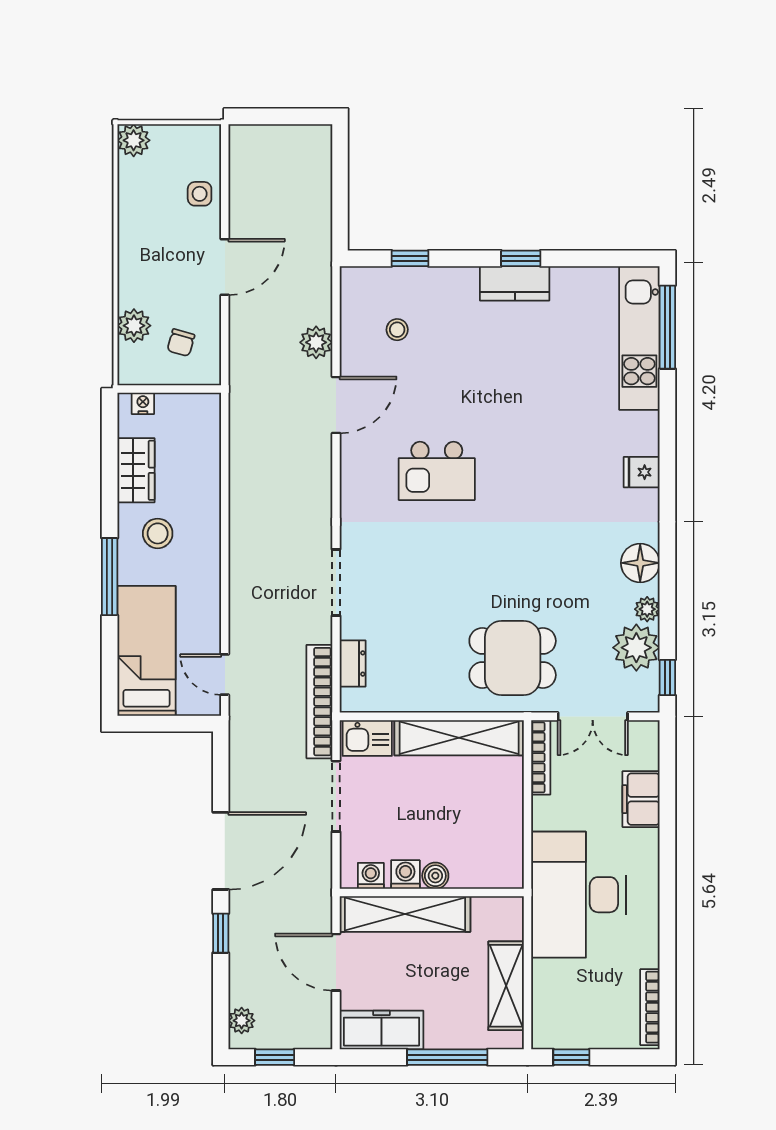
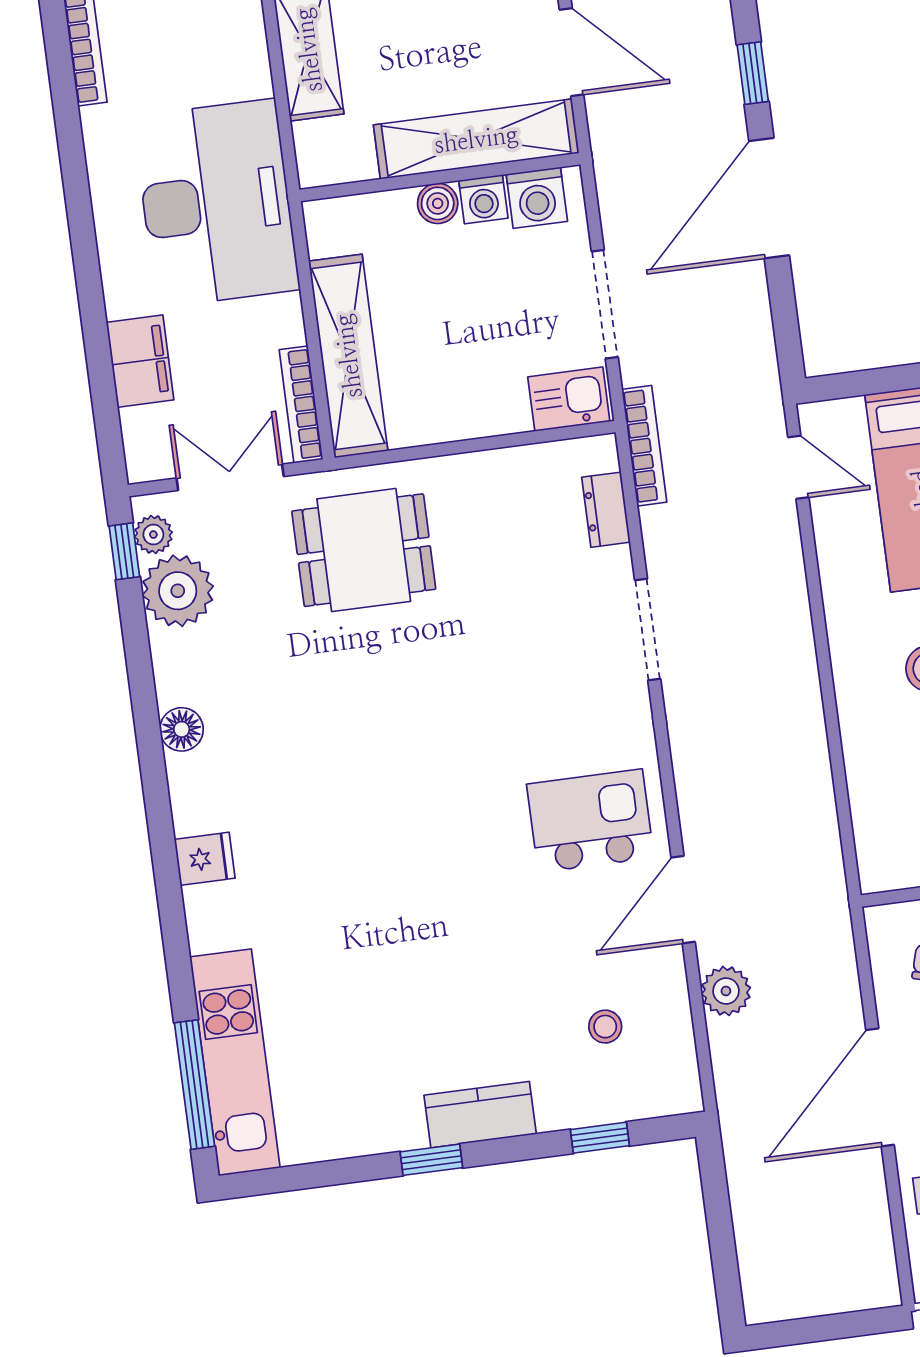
door: (225, 267) -> (880, 1087), width x1.36
kitchen counter: (515, 283) -> (480, 1115), moved
kitchen island: (437, 471) -> (590, 821), moved
floor lamp: (640, 563) -> (182, 729), width x0.73, depth x0.73
plant: (647, 609) -> (153, 535), moved
bookcase: (319, 702) -> (644, 446), width x0.68, depth x0.76
shelving: (459, 738) -> (348, 356), moved, turned 90
washing machine: (371, 876) -> (537, 198), width x1.38, depth x1.38

